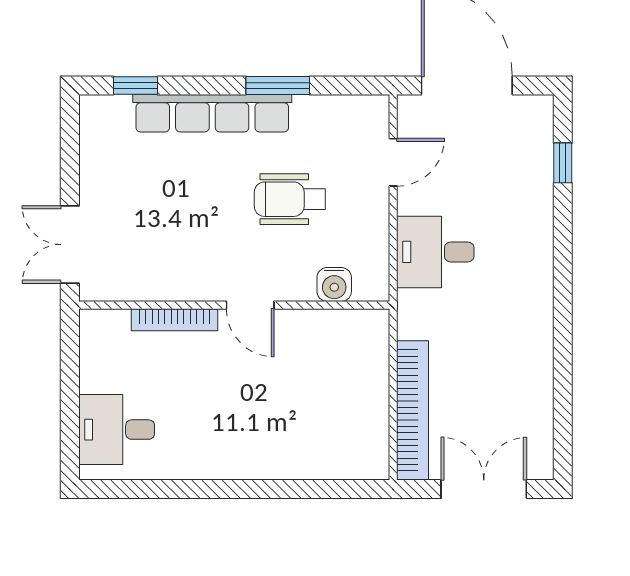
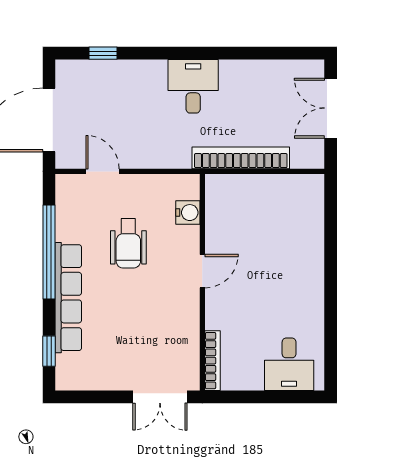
window: (278, 85) -> (49, 252), width x2.11
desk: (435, 252) -> (193, 86), moved, turned 180
bookcase: (174, 320) -> (212, 361), moved
bookcase: (412, 410) -> (241, 158), moved

